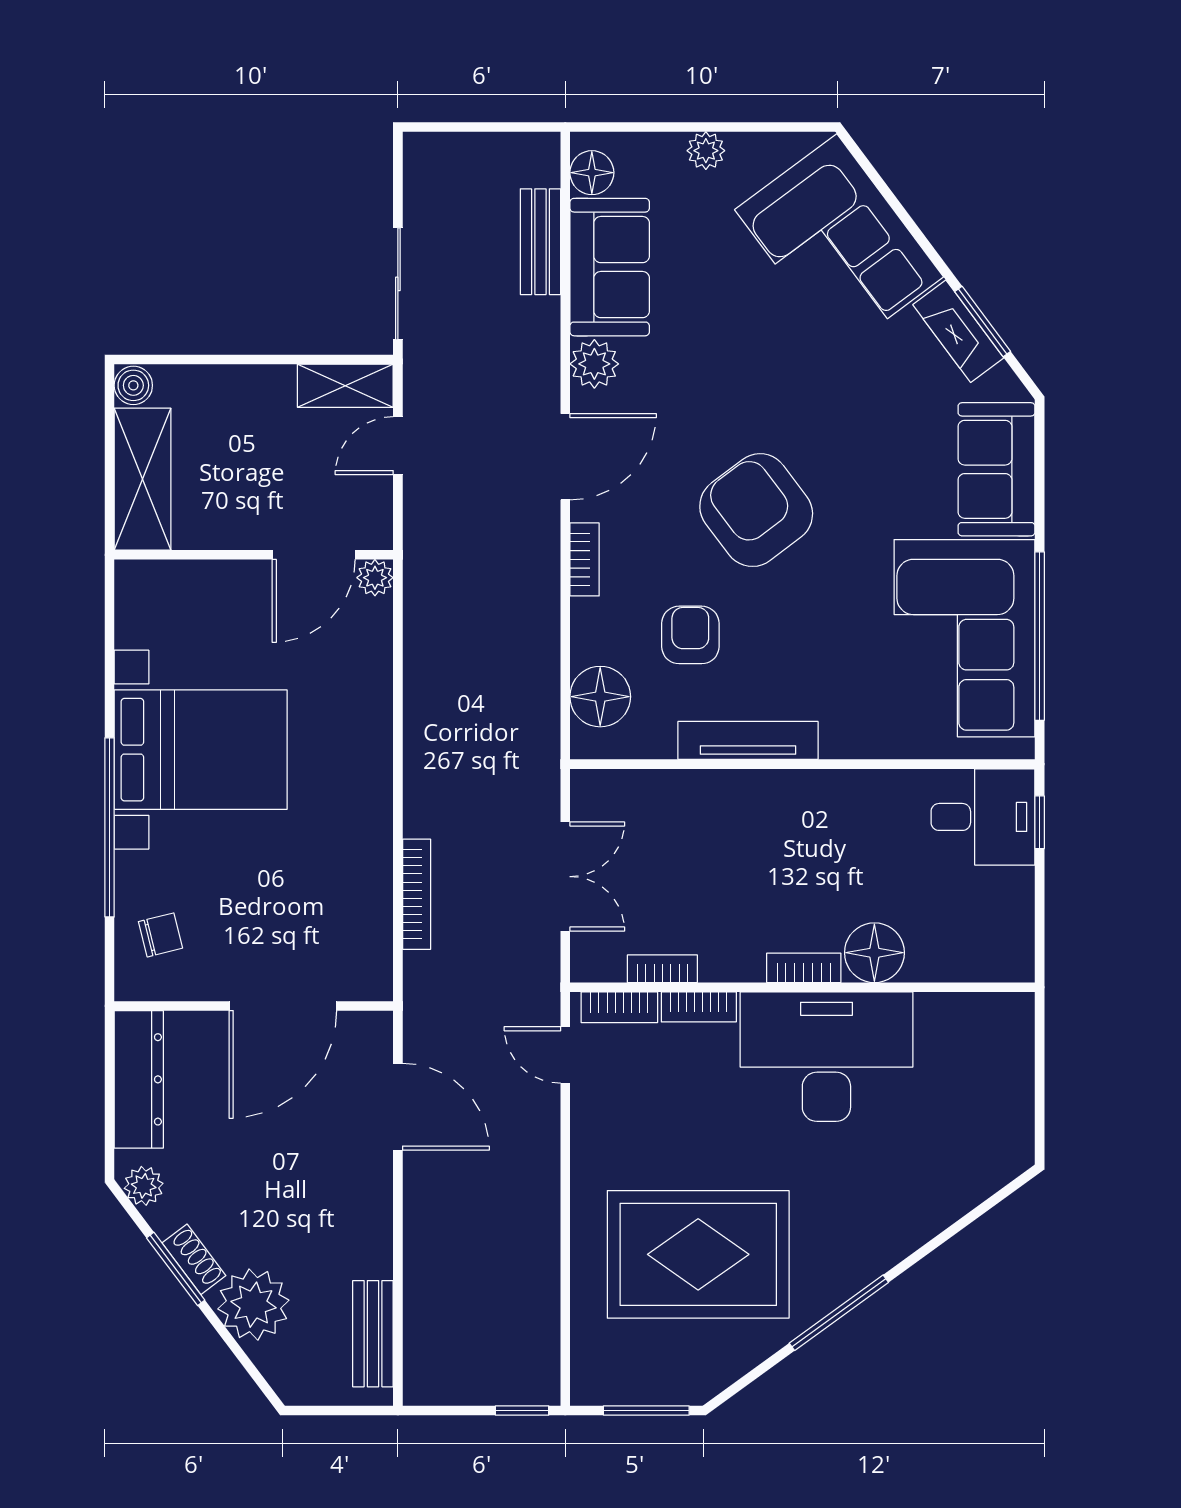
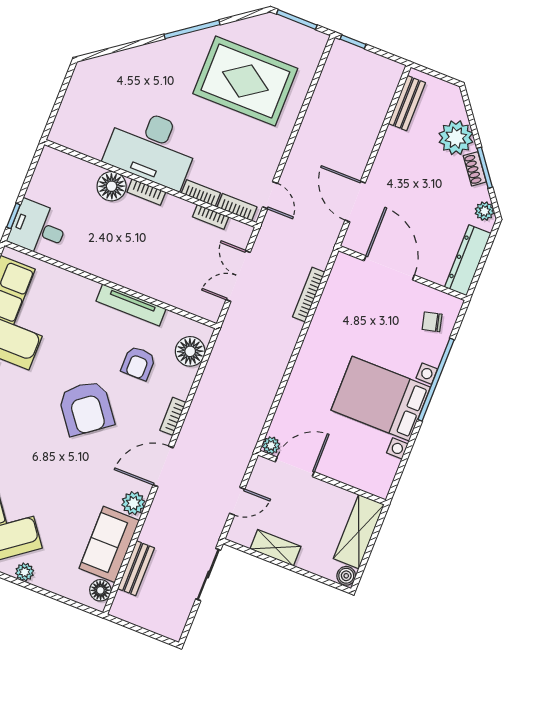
plant: (706, 151) -> (25, 572), moved
shelving: (345, 386) -> (275, 548), moved
door: (283, 1006) -> (389, 268), hinge flipped

